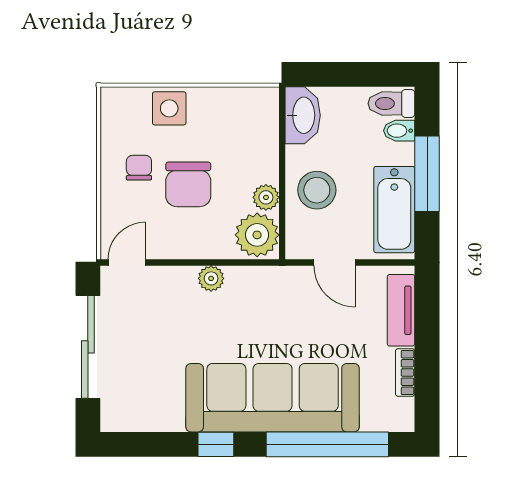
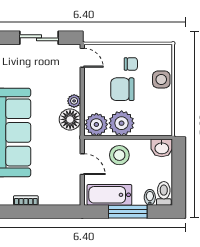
washbasin: (303, 115) -> (162, 148), width x0.72
plant: (266, 197) -> (122, 123), width x1.87, depth x1.87
door: (334, 262) -> (82, 164), swing flipped
floor lamp: (247, 286) -> (70, 119), added
tv unit: (401, 310) -> (58, 198), removed
sliding door: (88, 347) -> (39, 38), width x0.73

